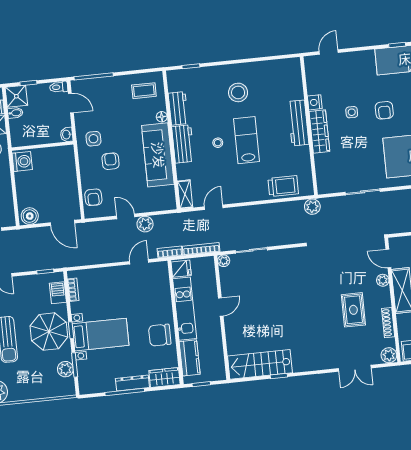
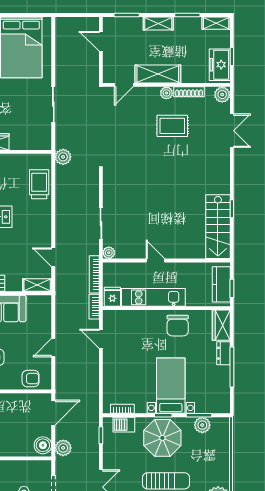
plant: (145, 224) -> (63, 448), moved
plant: (383, 280) -> (166, 93), moved
kitchen counter: (190, 358) -> (221, 284), moved, turned -90
dresser: (132, 383) -> (223, 353), width x0.70

